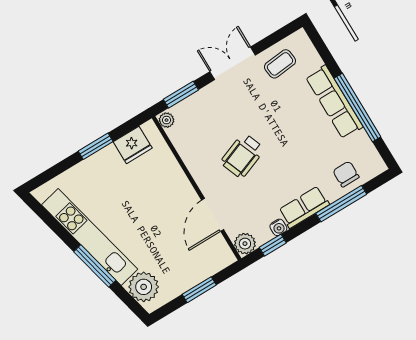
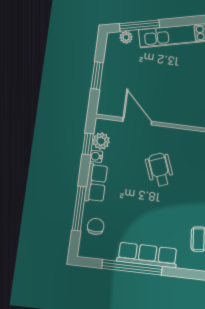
chair: (346, 174) -> (96, 226), turned -90
plant: (245, 244) -> (101, 141), moved
window: (95, 266) -> (140, 26), moved
plant: (144, 287) -> (126, 37), width x0.53, depth x0.53

